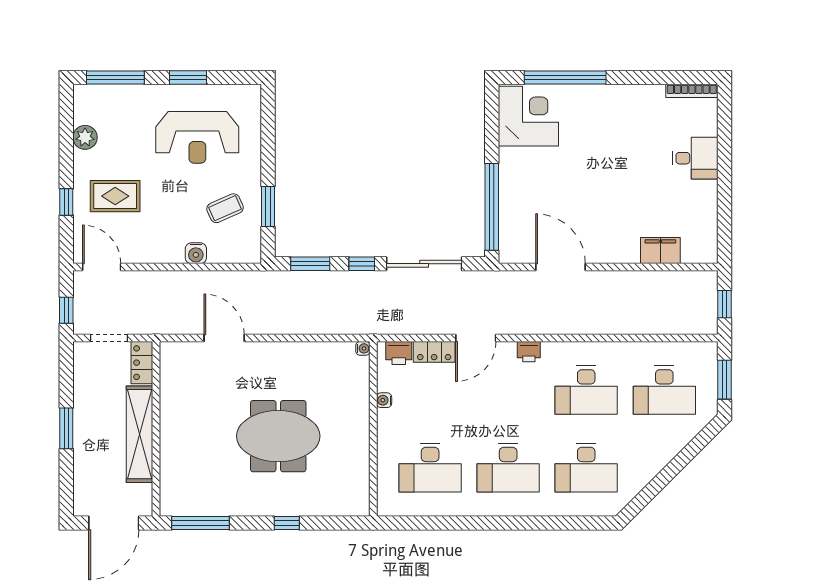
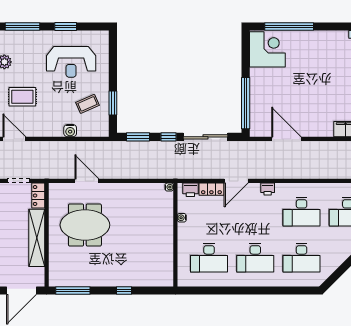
meeting table: (278, 436) -> (85, 225), moved

